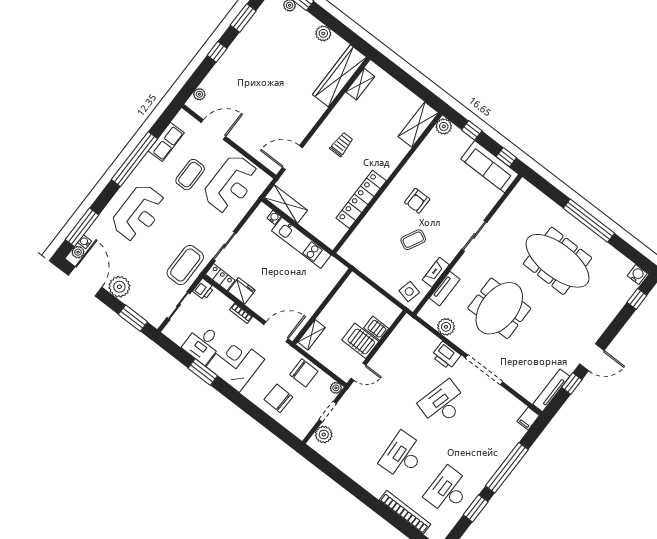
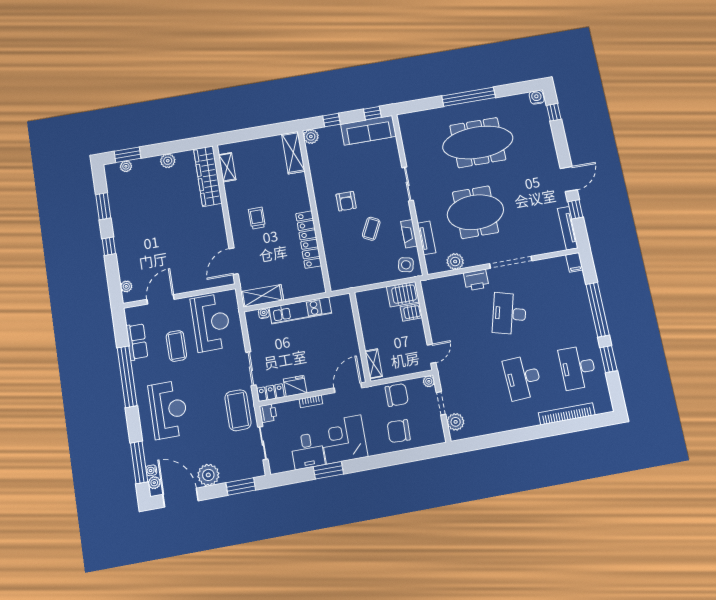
meeting table: (499, 308) -> (475, 212), turned 90
server rack: (360, 341) -> (403, 294), moved

